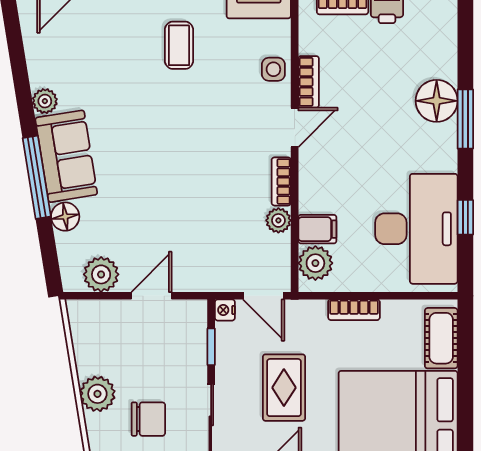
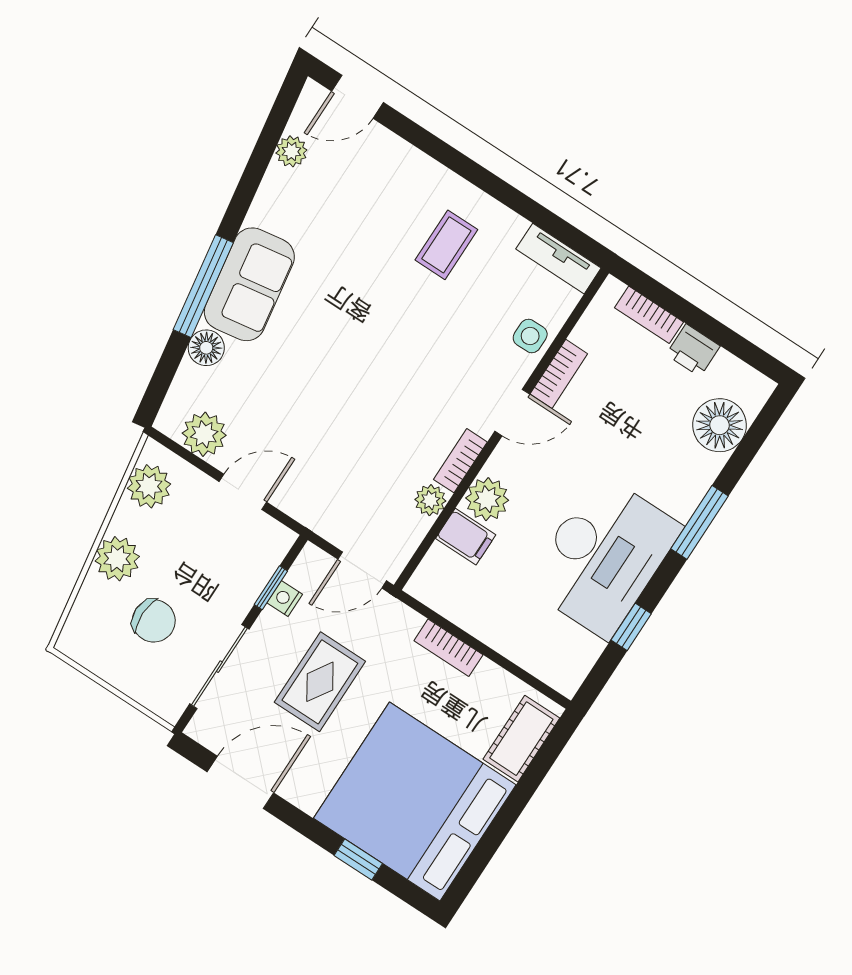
plant: (45, 101) -> (291, 151), moved
floor lamp: (437, 101) -> (719, 425), moved
desk: (416, 229) -> (603, 556), moved
plant: (315, 263) -> (487, 499), moved
door: (264, 296) -> (362, 570), hinge flipped
nightstand: (225, 310) -> (285, 599), moved
plant: (87, 332) -> (149, 486), added

